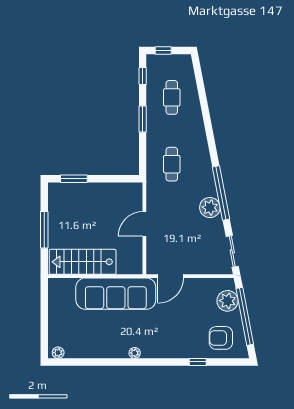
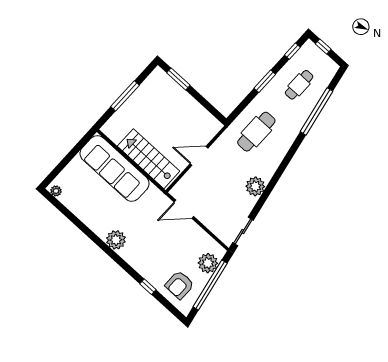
cafe table: (172, 164) -> (256, 132), width x1.37, depth x1.35
window: (221, 193) -> (317, 111), moved
stairs: (83, 262) -> (149, 159), moved
sofa: (116, 294) -> (115, 168), moved
armchair: (221, 338) -> (180, 285), turned -90
plant: (135, 353) -> (116, 240), width x1.87, depth x1.87

